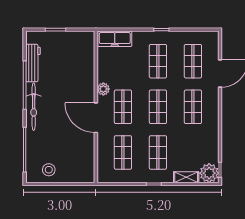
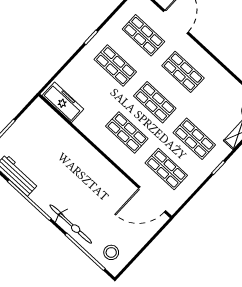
freezer: (115, 39) -> (63, 102), moved, turned -90
plant: (103, 89) -> (96, 135), removed
bicycle: (34, 107) -> (71, 224), moved
door: (96, 118) -> (152, 200), moved
stool: (49, 170) -> (111, 252), moved

